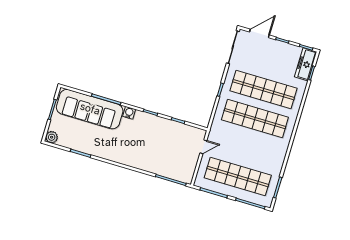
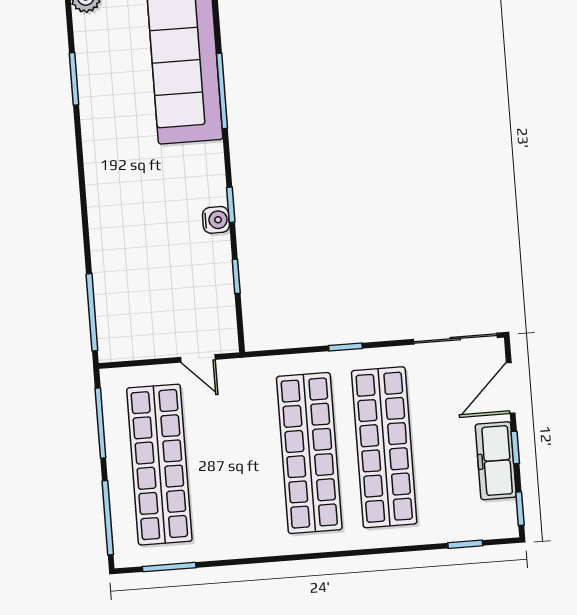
door: (259, 33) -> (511, 388), swing flipped
freezer: (306, 64) -> (496, 461), moved, turned -90
water cooler: (129, 113) -> (216, 220), moved

